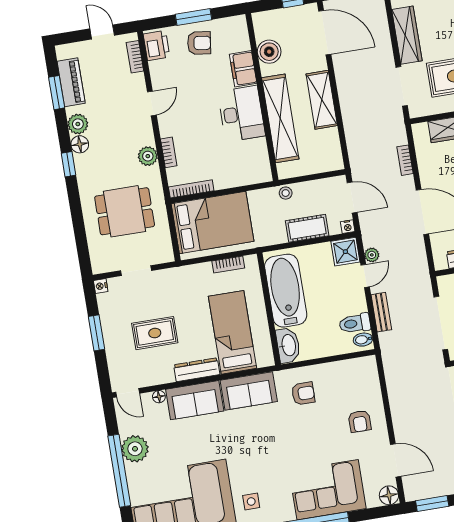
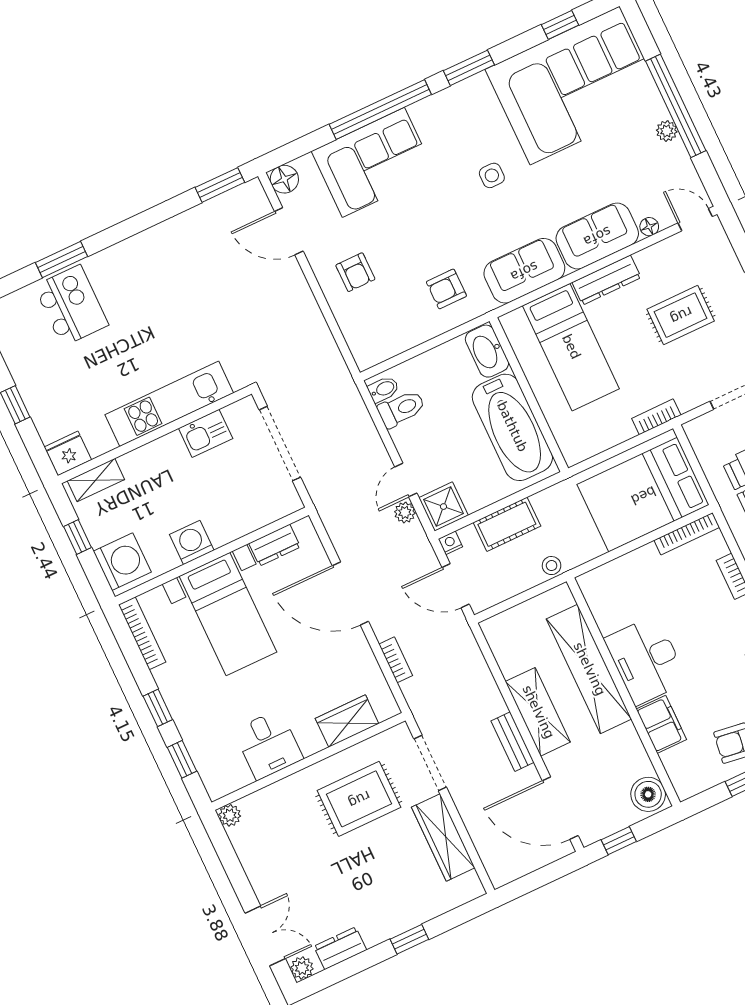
boiler: (269, 52) -> (648, 794), moved
bookcase: (228, 265) -> (656, 417), moved
bench: (381, 312) -> (513, 742), moved
armchair: (360, 421) -> (355, 272), turned 180
plant: (135, 449) -> (667, 131), width x0.53, depth x0.53
side table: (251, 502) -> (492, 175), moved

